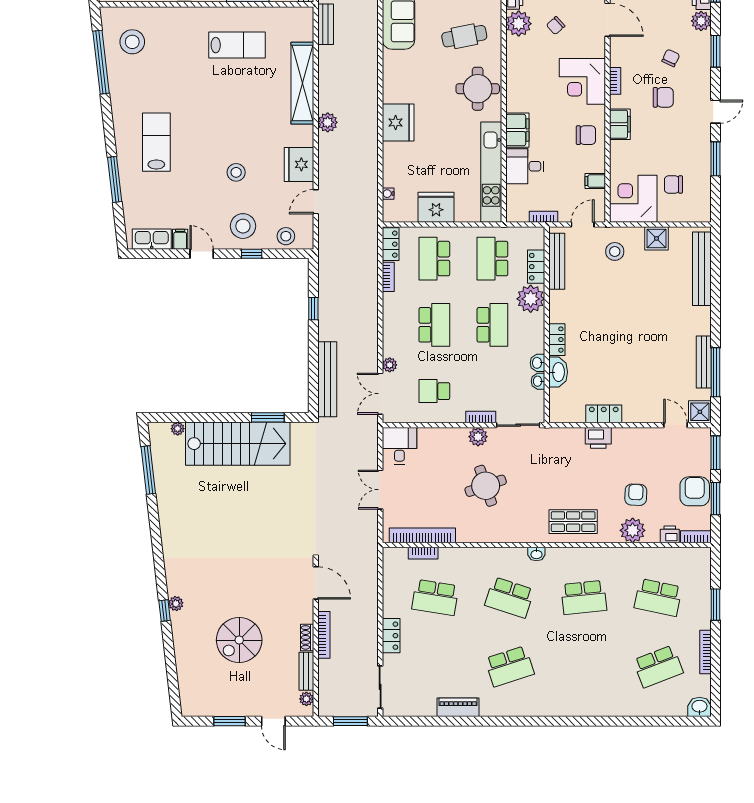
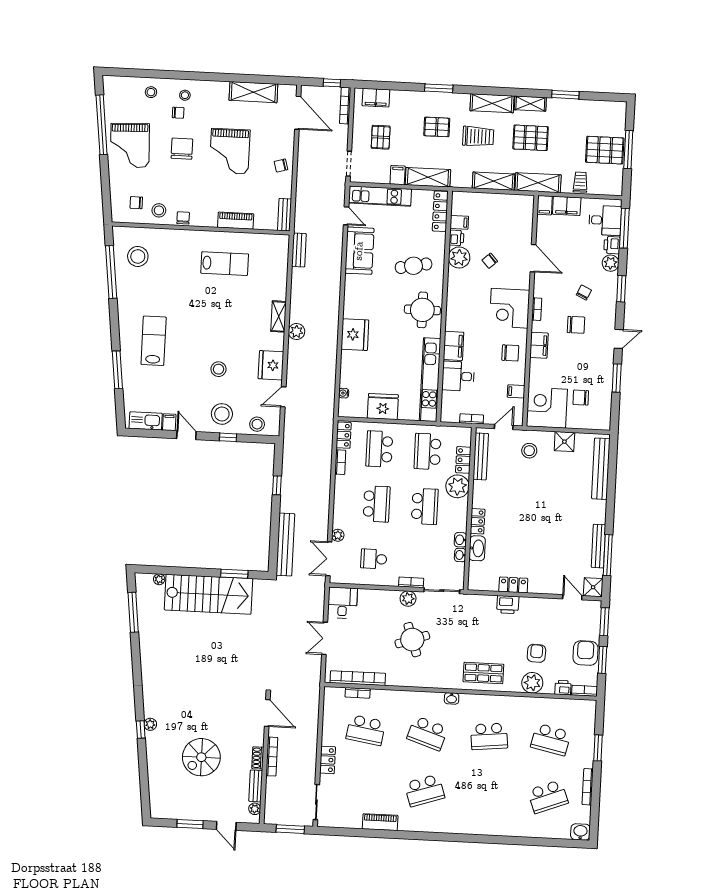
shelving: (302, 83) -> (279, 316), width x0.45, depth x0.75

